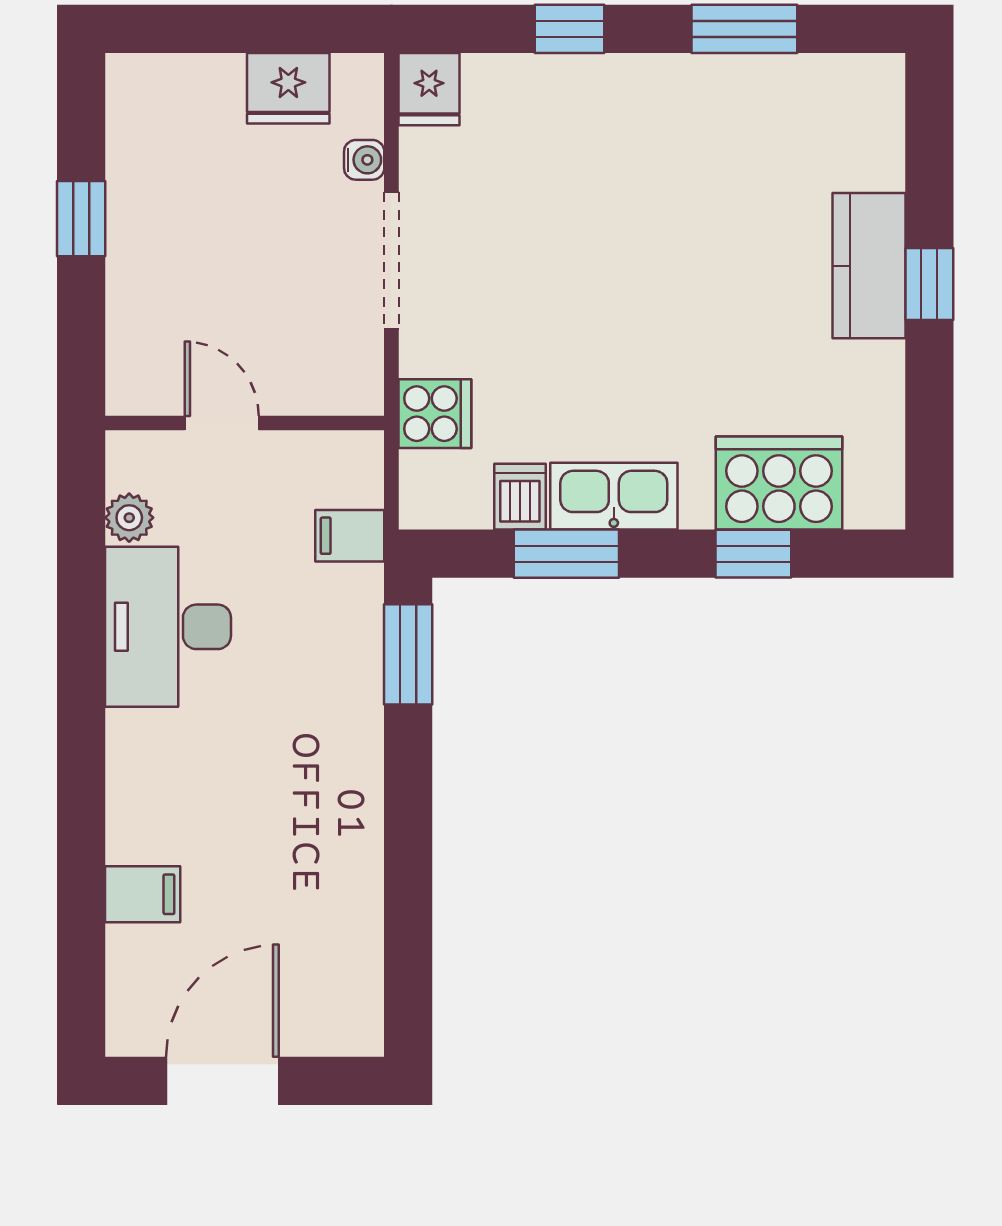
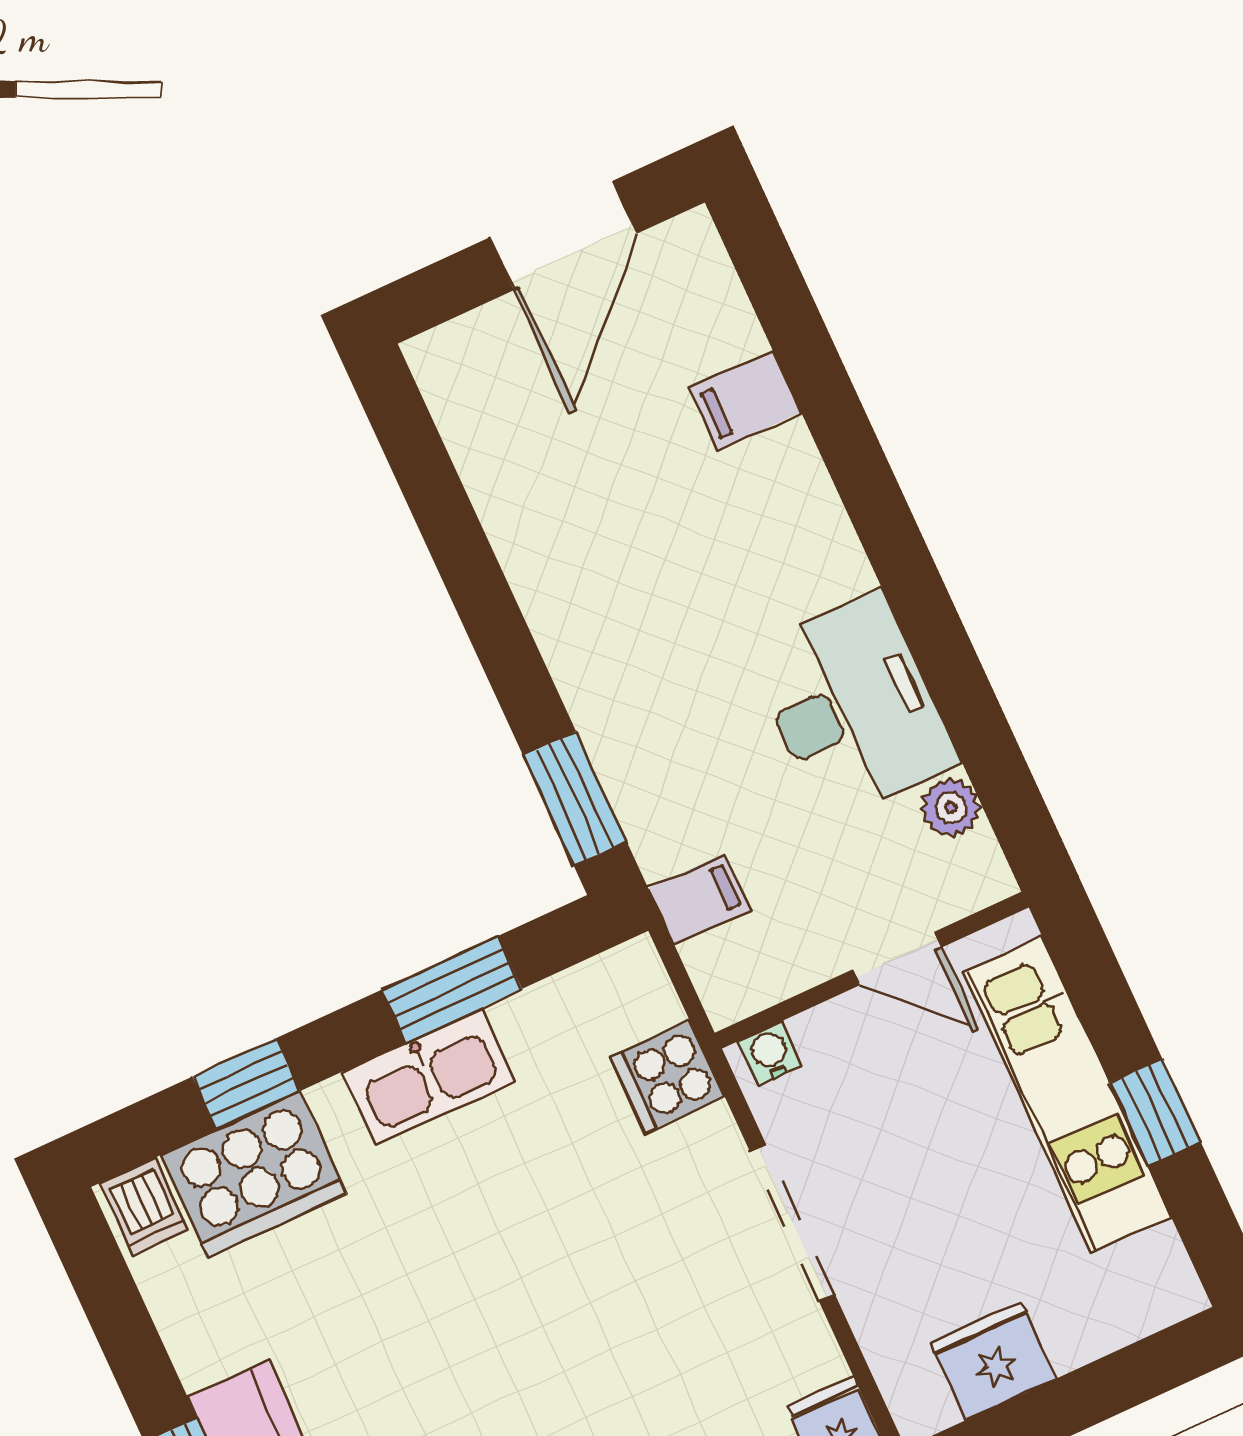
water cooler: (364, 160) -> (770, 1053), moved, turned 90
kitchen unit: (141, 262) -> (1067, 1095), added
dishwasher: (520, 497) -> (144, 1207), moved

